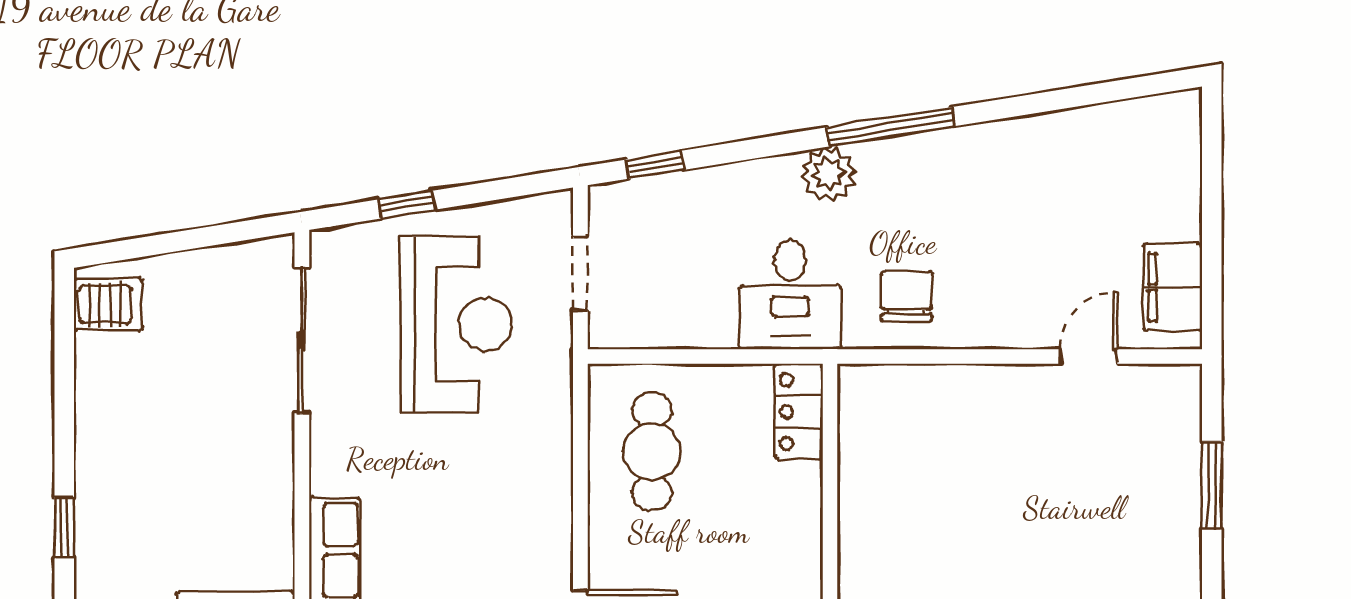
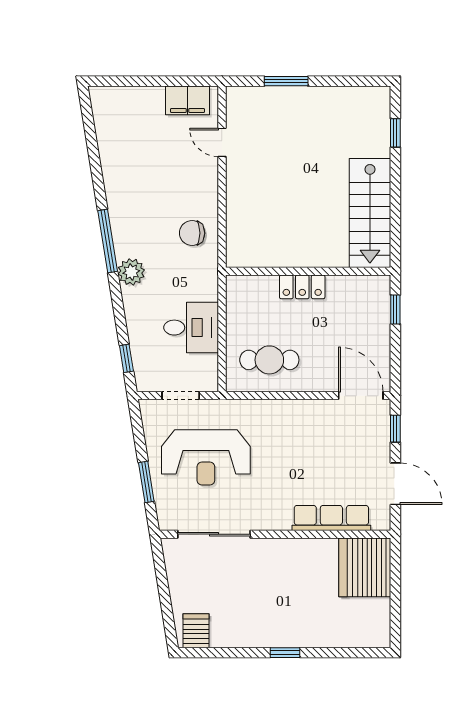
window: (407, 205) -> (146, 482), width x1.50
desk: (790, 294) -> (191, 328), moved
reception desk: (456, 324) -> (206, 457), turned 180
locker: (799, 412) -> (302, 287), moved
window: (64, 528) -> (285, 653), moved

